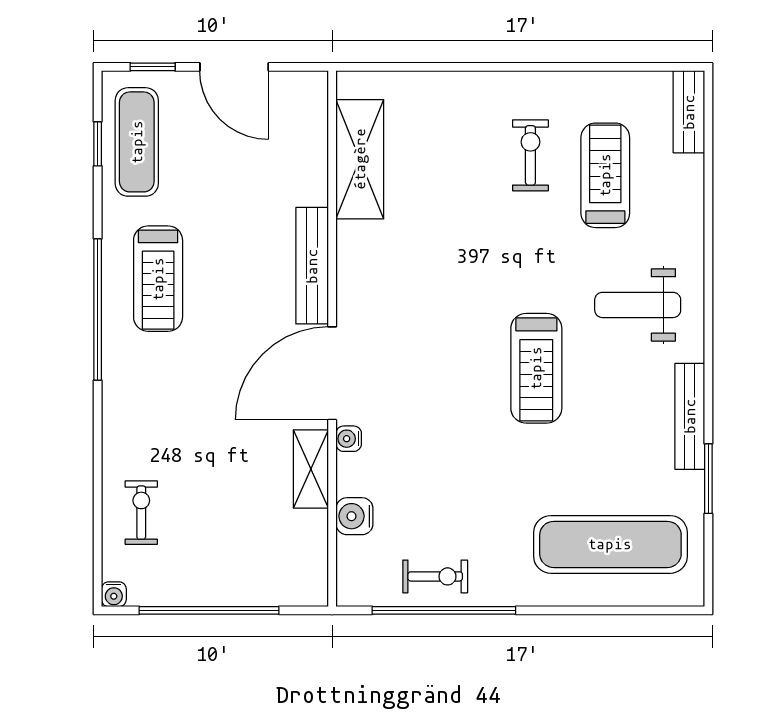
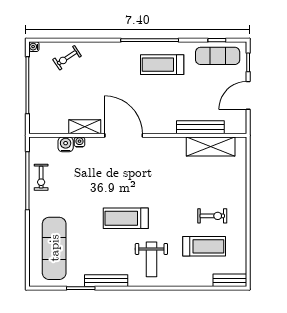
bench: (312, 266) -> (200, 127), moved
weight bench: (638, 305) -> (151, 259), turned 180
water cooler: (349, 439) -> (80, 142), moved
exercise bike: (141, 513) -> (67, 58), turned 147

